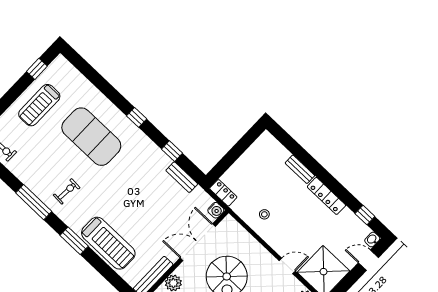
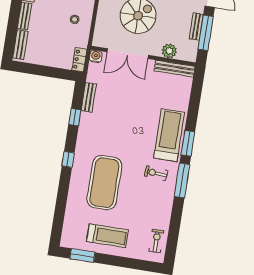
window: (37, 69) -> (82, 255), width x1.50
bench: (276, 147) -> (20, 45), added
window: (34, 202) -> (182, 180), moved
treadmill: (108, 243) -> (169, 135), moved

